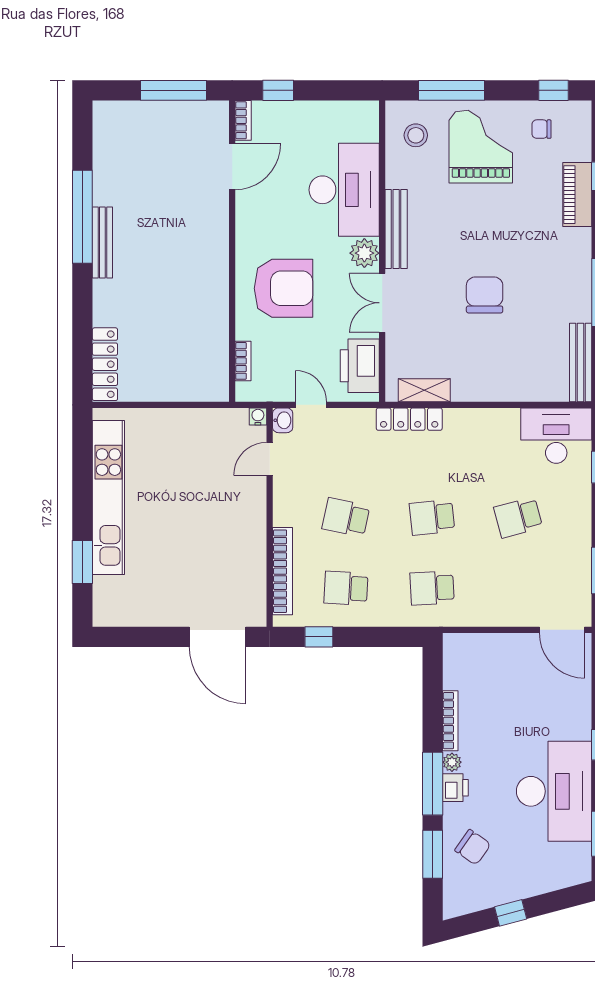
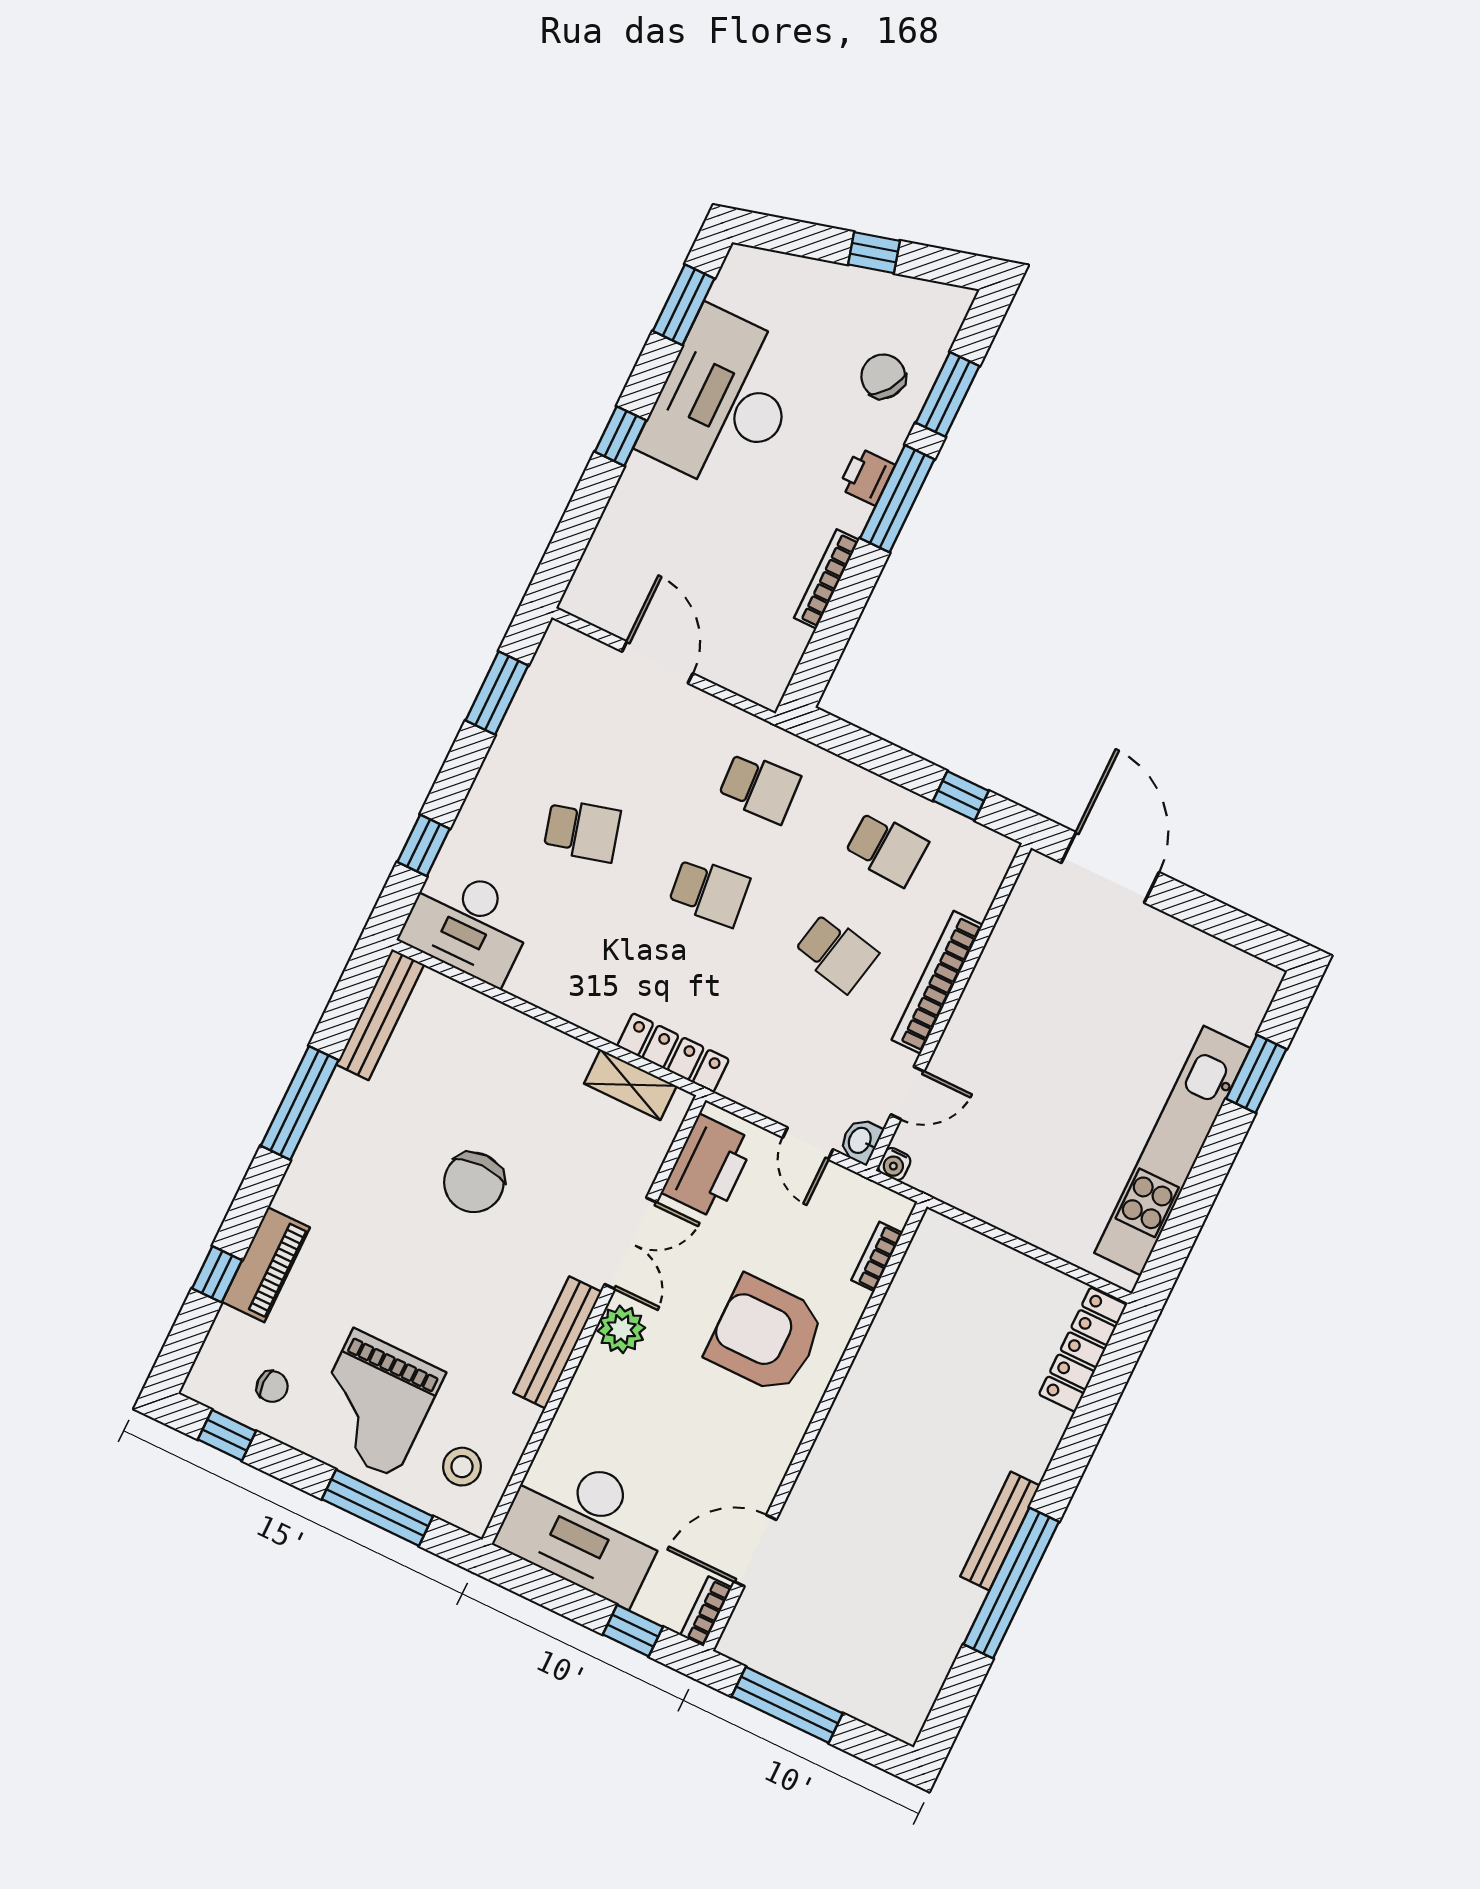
desk: (344, 190) -> (585, 1526), moved, turned -90
bookcase: (282, 571) -> (937, 982), moved
door: (562, 630) -> (657, 662), moved
plant: (452, 762) -> (854, 516), removed

